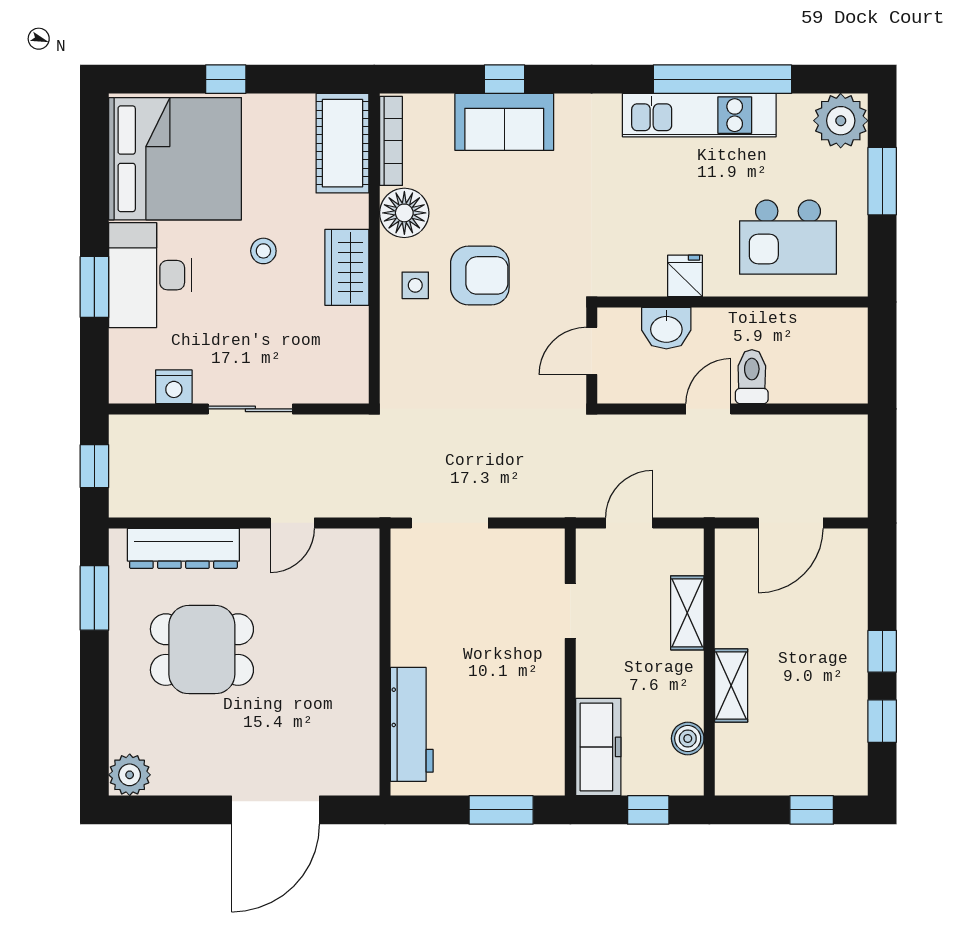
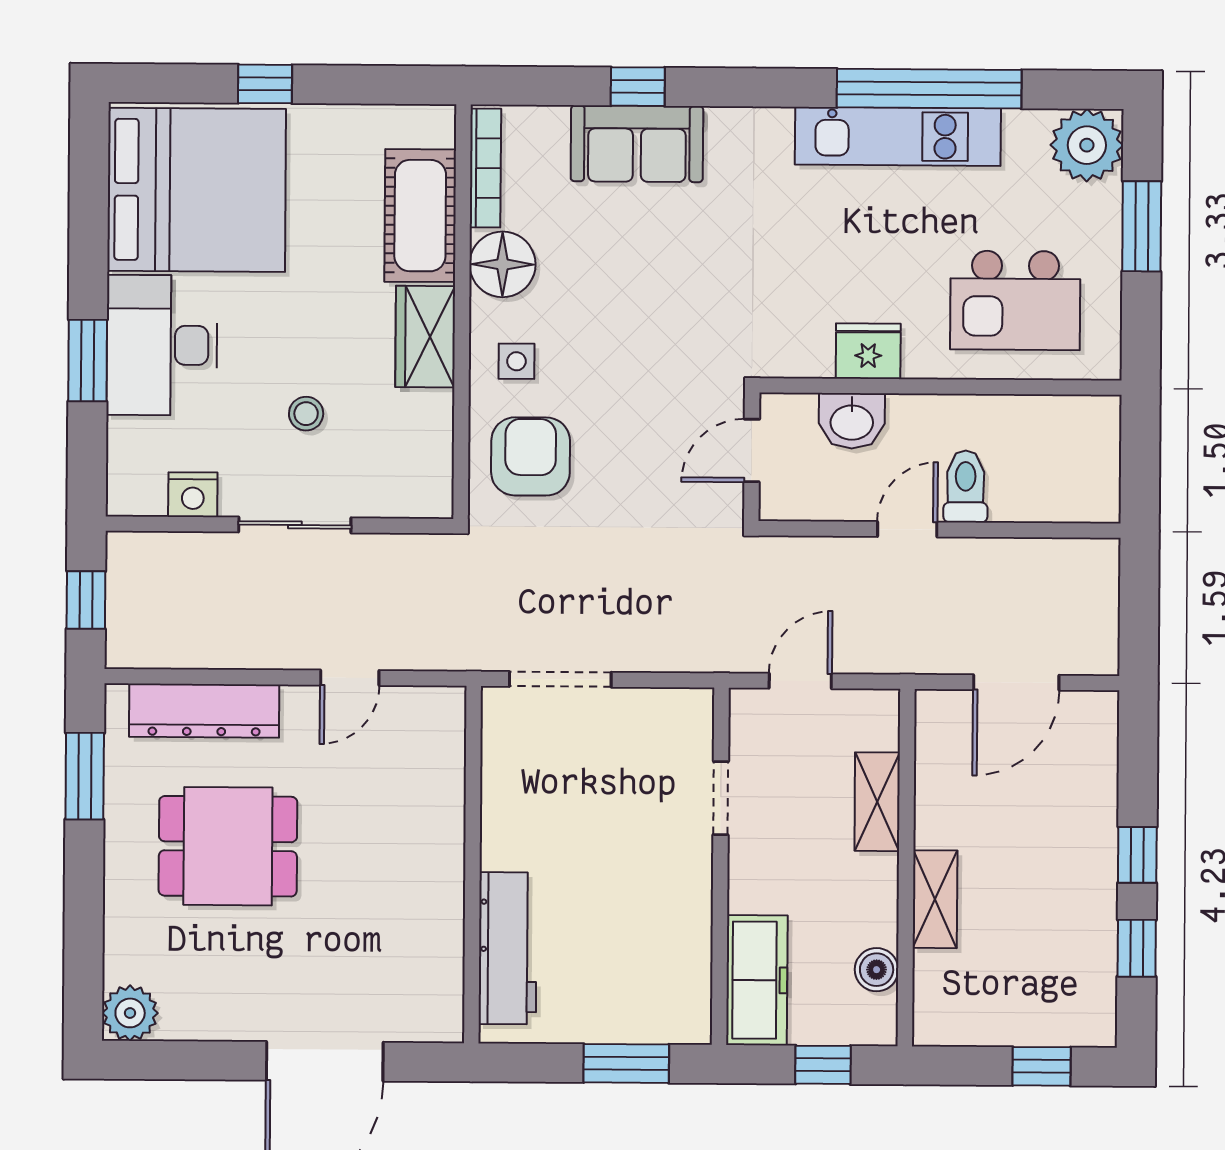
cot: (342, 143) -> (420, 216), moved
stool: (263, 251) -> (306, 414), moved
armchair: (480, 275) -> (531, 456), moved, turned -90
fridge: (685, 276) -> (868, 351), width x1.38

